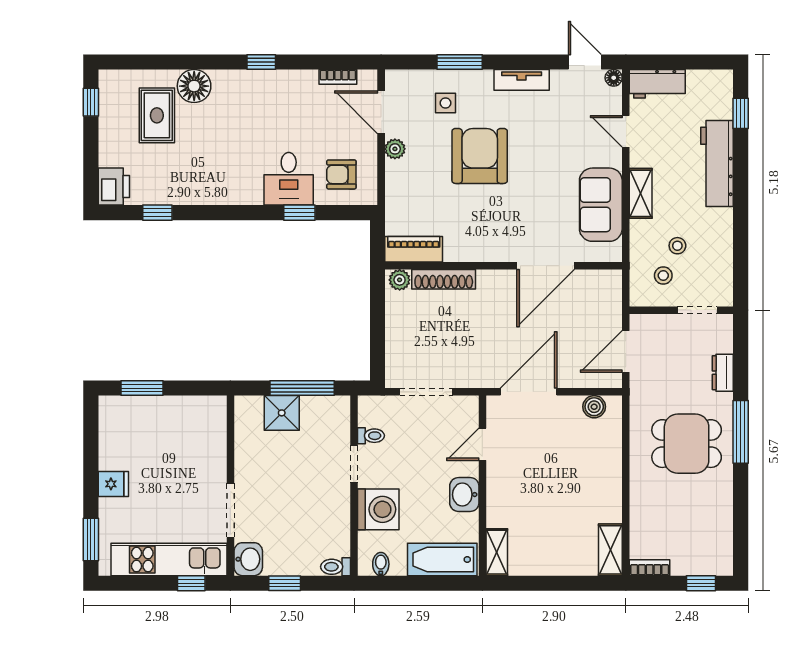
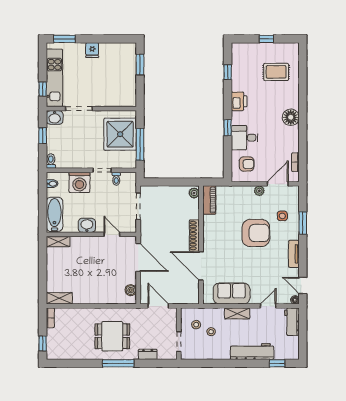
window: (261, 62) -> (303, 124), removed
door: (585, 62) -> (303, 285), swing flipped
floor lamp: (194, 86) -> (291, 117), moved
window: (91, 102) -> (266, 39), moved
armchair: (341, 174) -> (247, 164), turned 90
printer: (114, 186) -> (239, 101), moved, turned -90
window: (299, 213) -> (228, 128), moved
shoe rack: (444, 279) -> (194, 236), moved
shower: (282, 413) -> (120, 134), width x1.86, depth x1.86
dining table: (687, 444) -> (112, 336), turned 90

